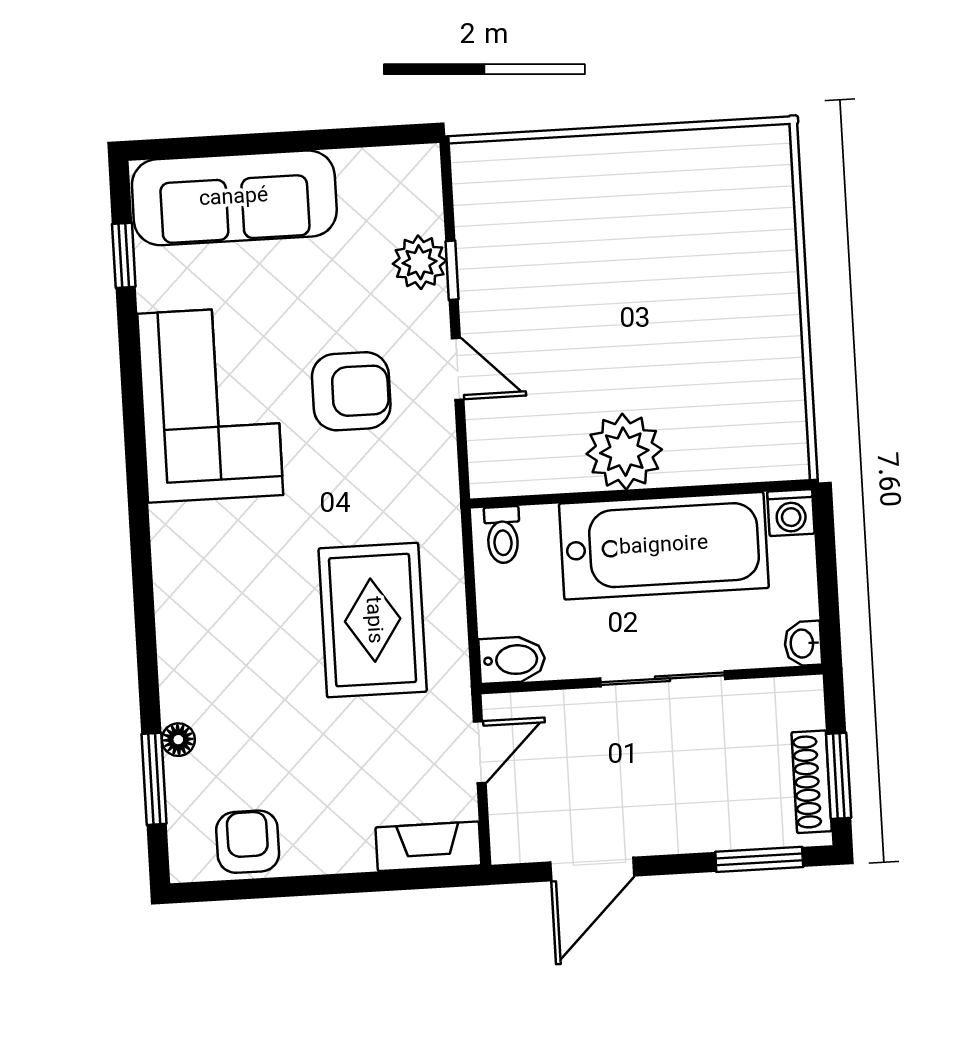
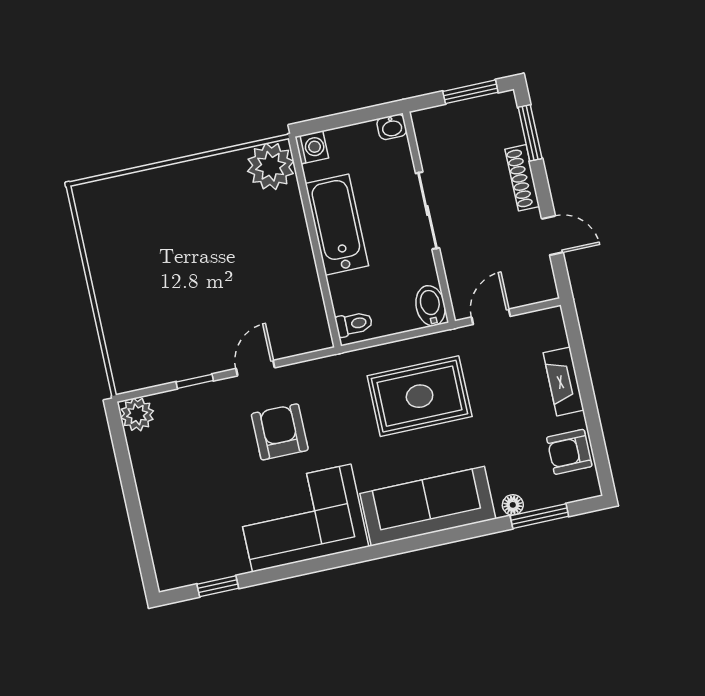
sofa: (234, 198) -> (428, 506), moved, turned -90
plant: (420, 262) -> (137, 414), moved
plant: (624, 452) -> (271, 166), moved
bathtub: (664, 546) -> (337, 225), width x0.73, depth x0.73
door: (480, 752) -> (491, 317), hinge flipped
shoe rack: (812, 782) -> (522, 178), moved, turned 90
fireplace: (428, 846) -> (564, 381), moved
door: (592, 869) -> (552, 235), width x0.73

